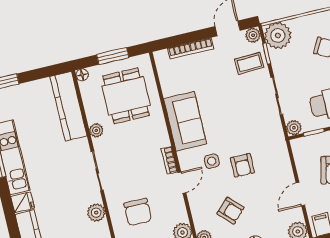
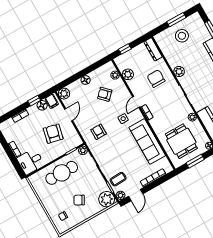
sofa: (185, 121) -> (147, 141), width x1.36
armchair: (242, 165) -> (98, 132), moved

